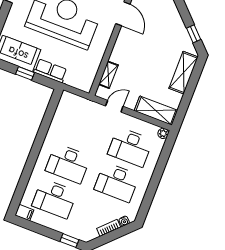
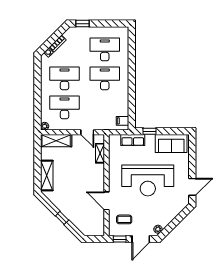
window: (194, 34) -> (62, 218), moved
row of seats: (50, 71) -> (133, 140), moved
window: (25, 73) -> (149, 131), moved
door: (114, 106) -> (87, 132), hinge flipped
filing cabinet: (24, 213) -> (122, 121), moved

